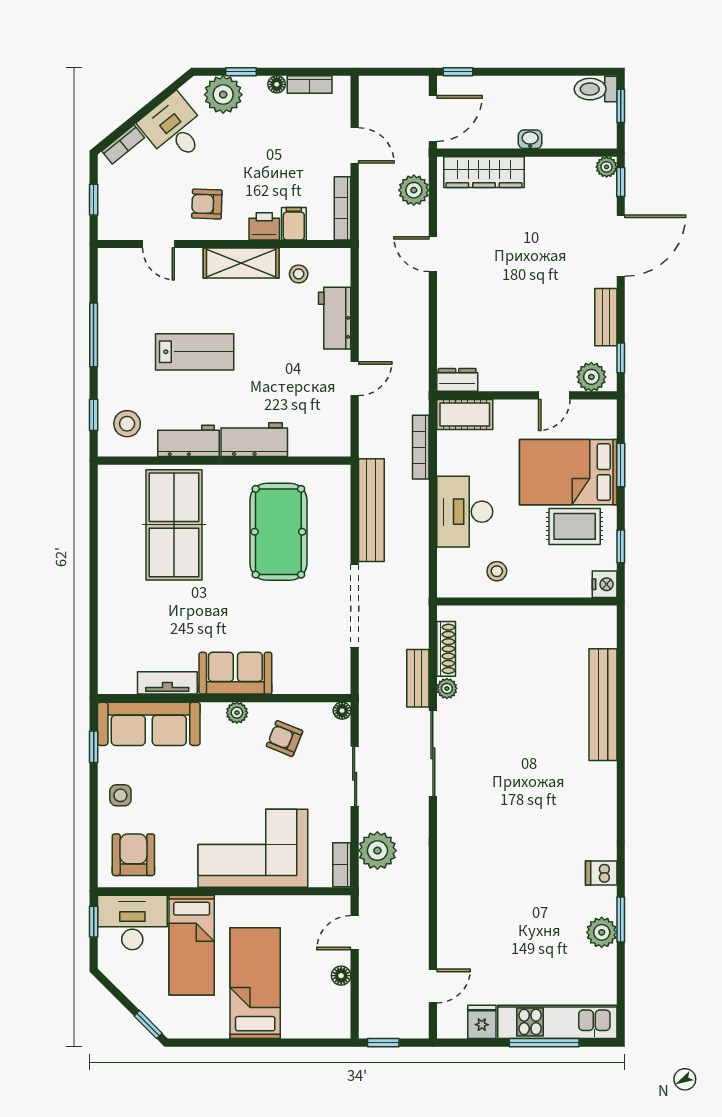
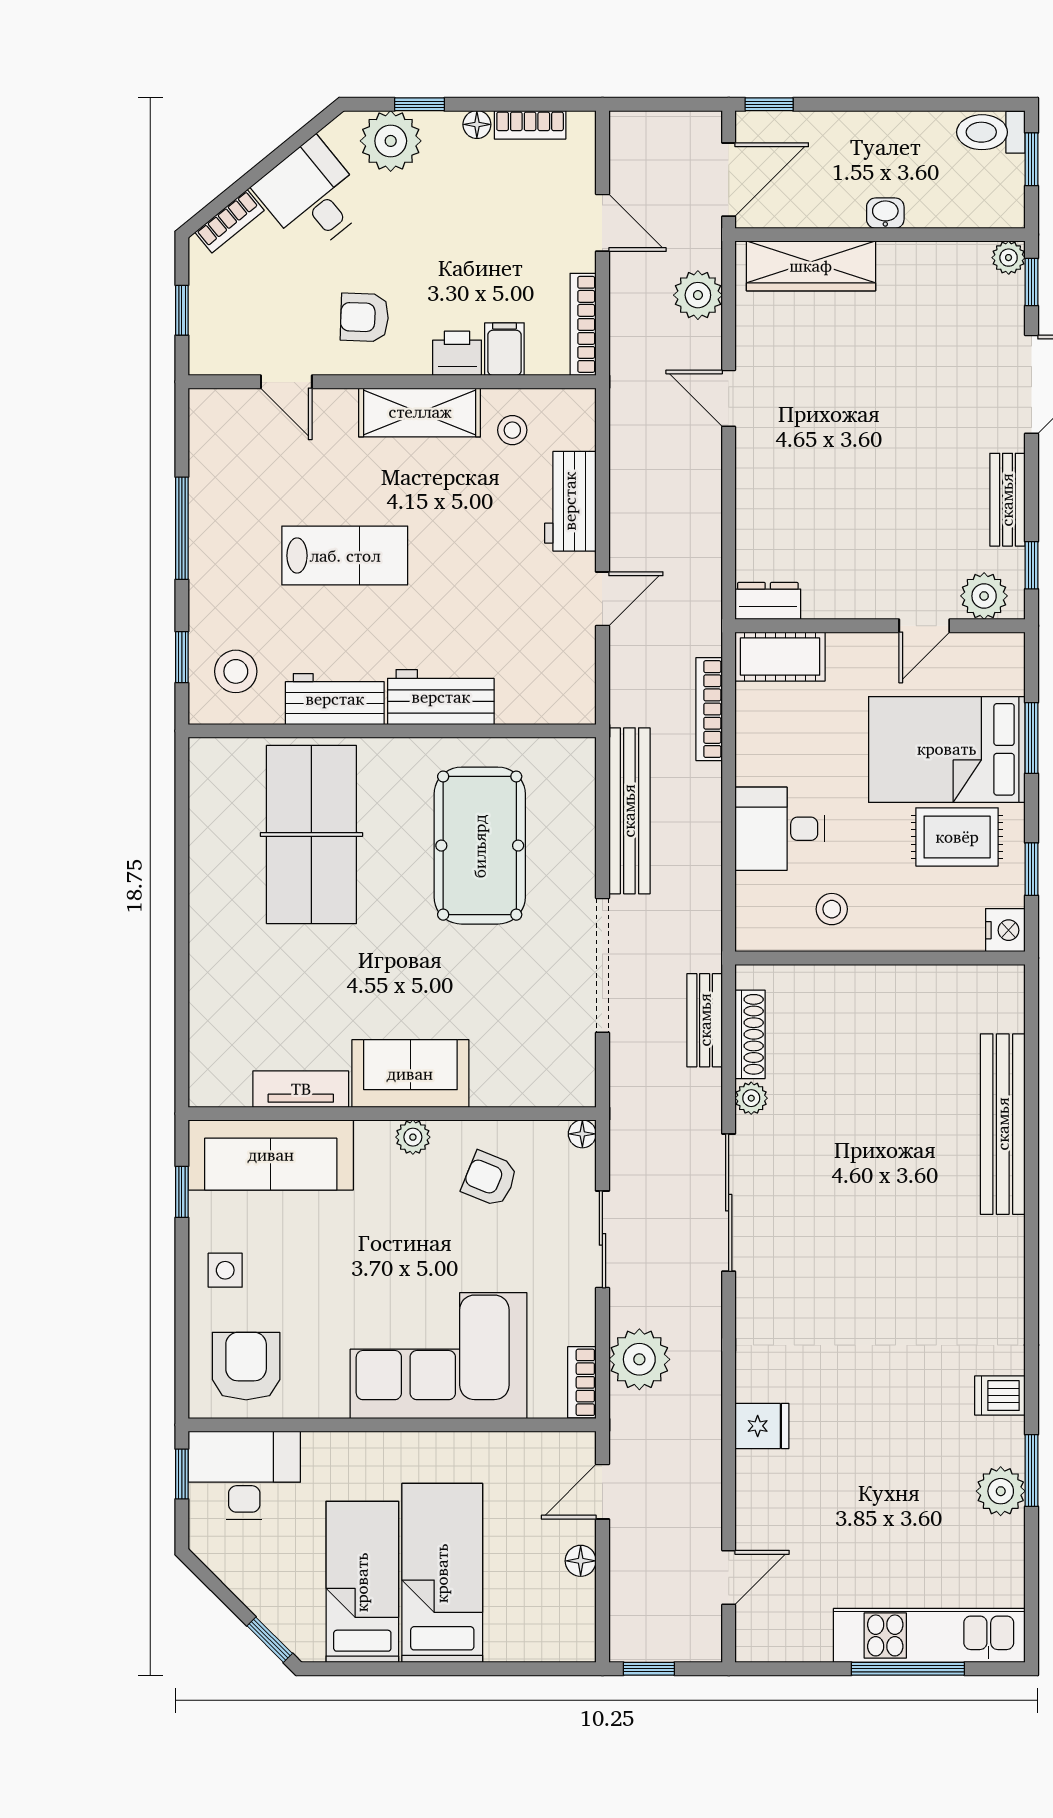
desk: (465, 512) -> (780, 829), width x0.73
bench: (418, 678) -> (705, 1020), moved
bed: (192, 945) -> (362, 1582), moved, turned 180
fridge: (482, 1022) -> (762, 1426), moved, turned 90

